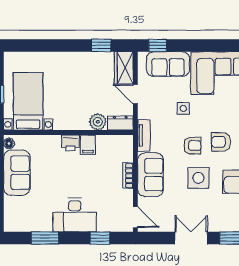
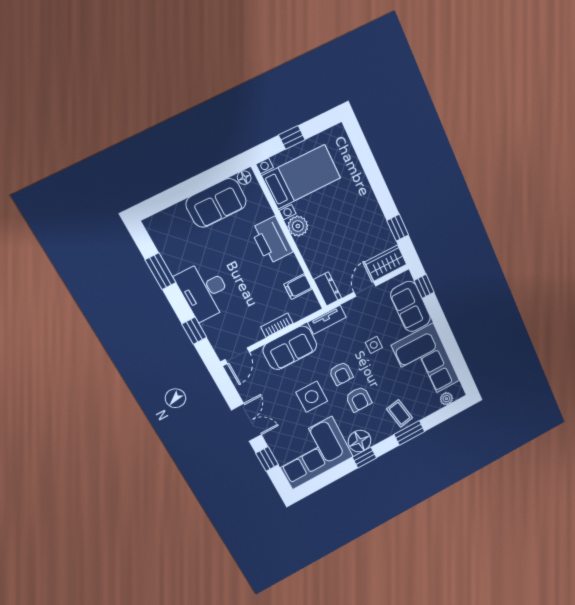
plant: (98, 122) -> (298, 226), moved
armchair: (221, 142) -> (359, 399), turned 180
printer: (70, 143) -> (272, 240), width x1.87, depth x1.48
filing cabinet: (88, 145) -> (298, 287), moved

